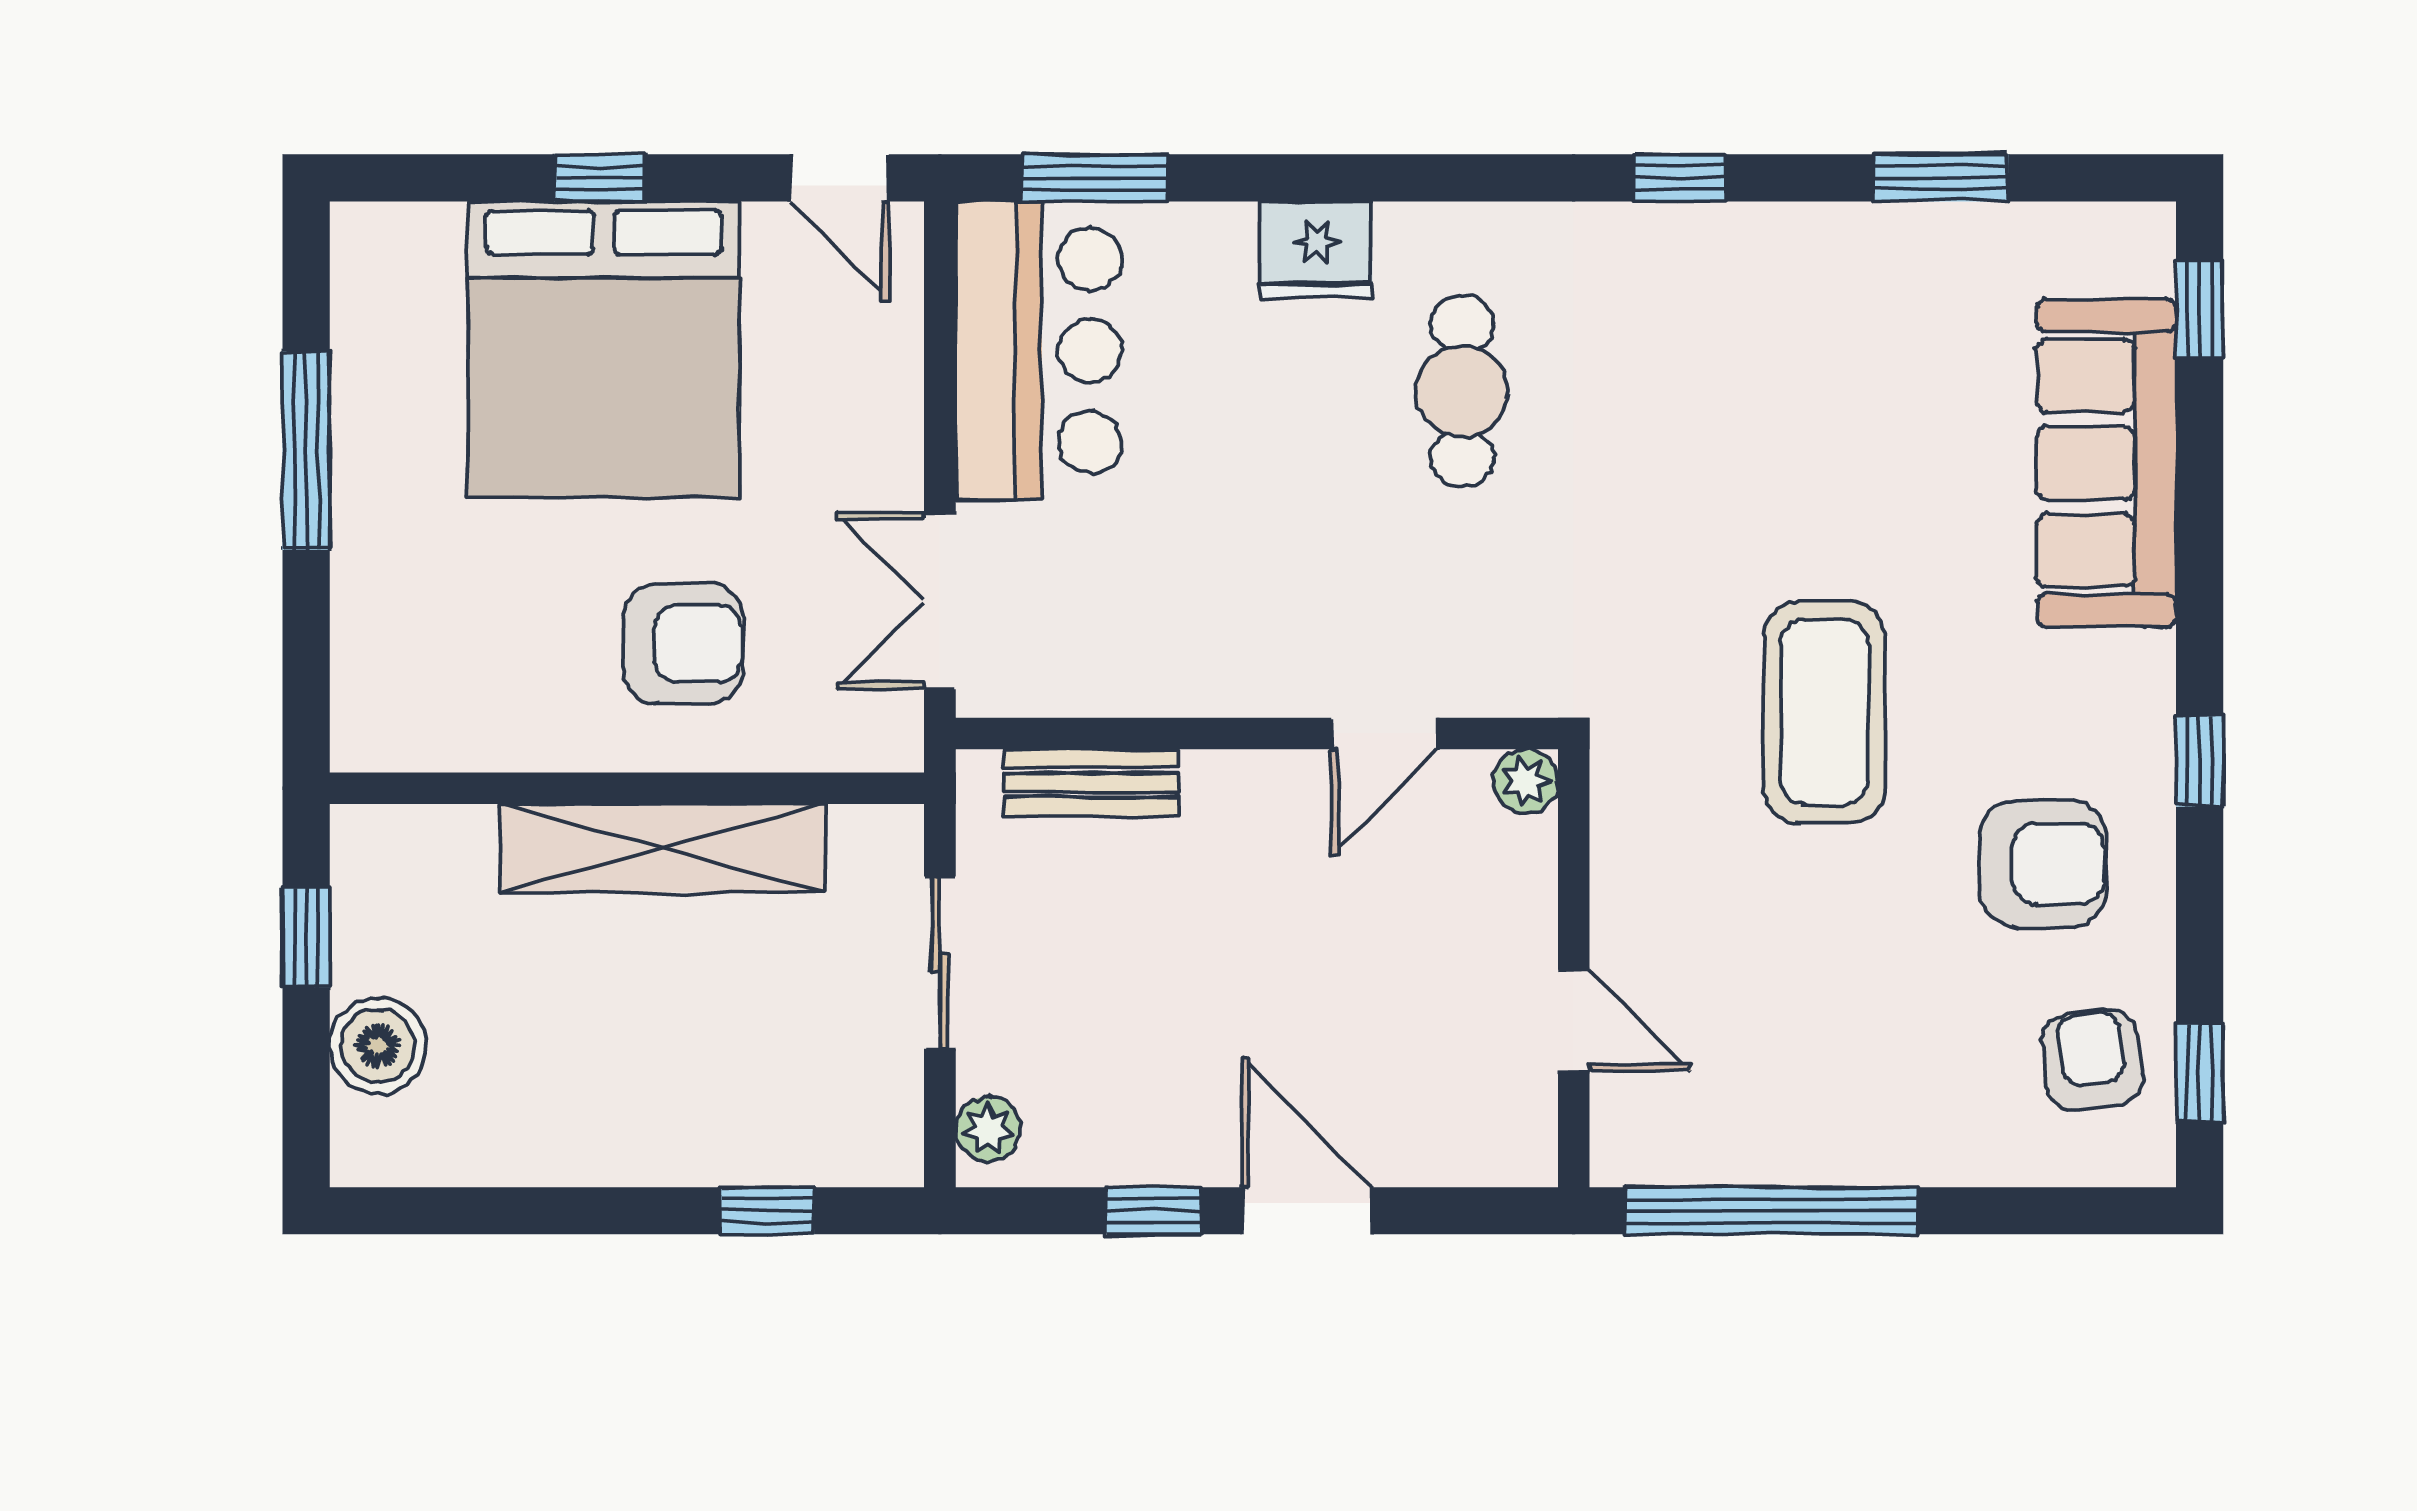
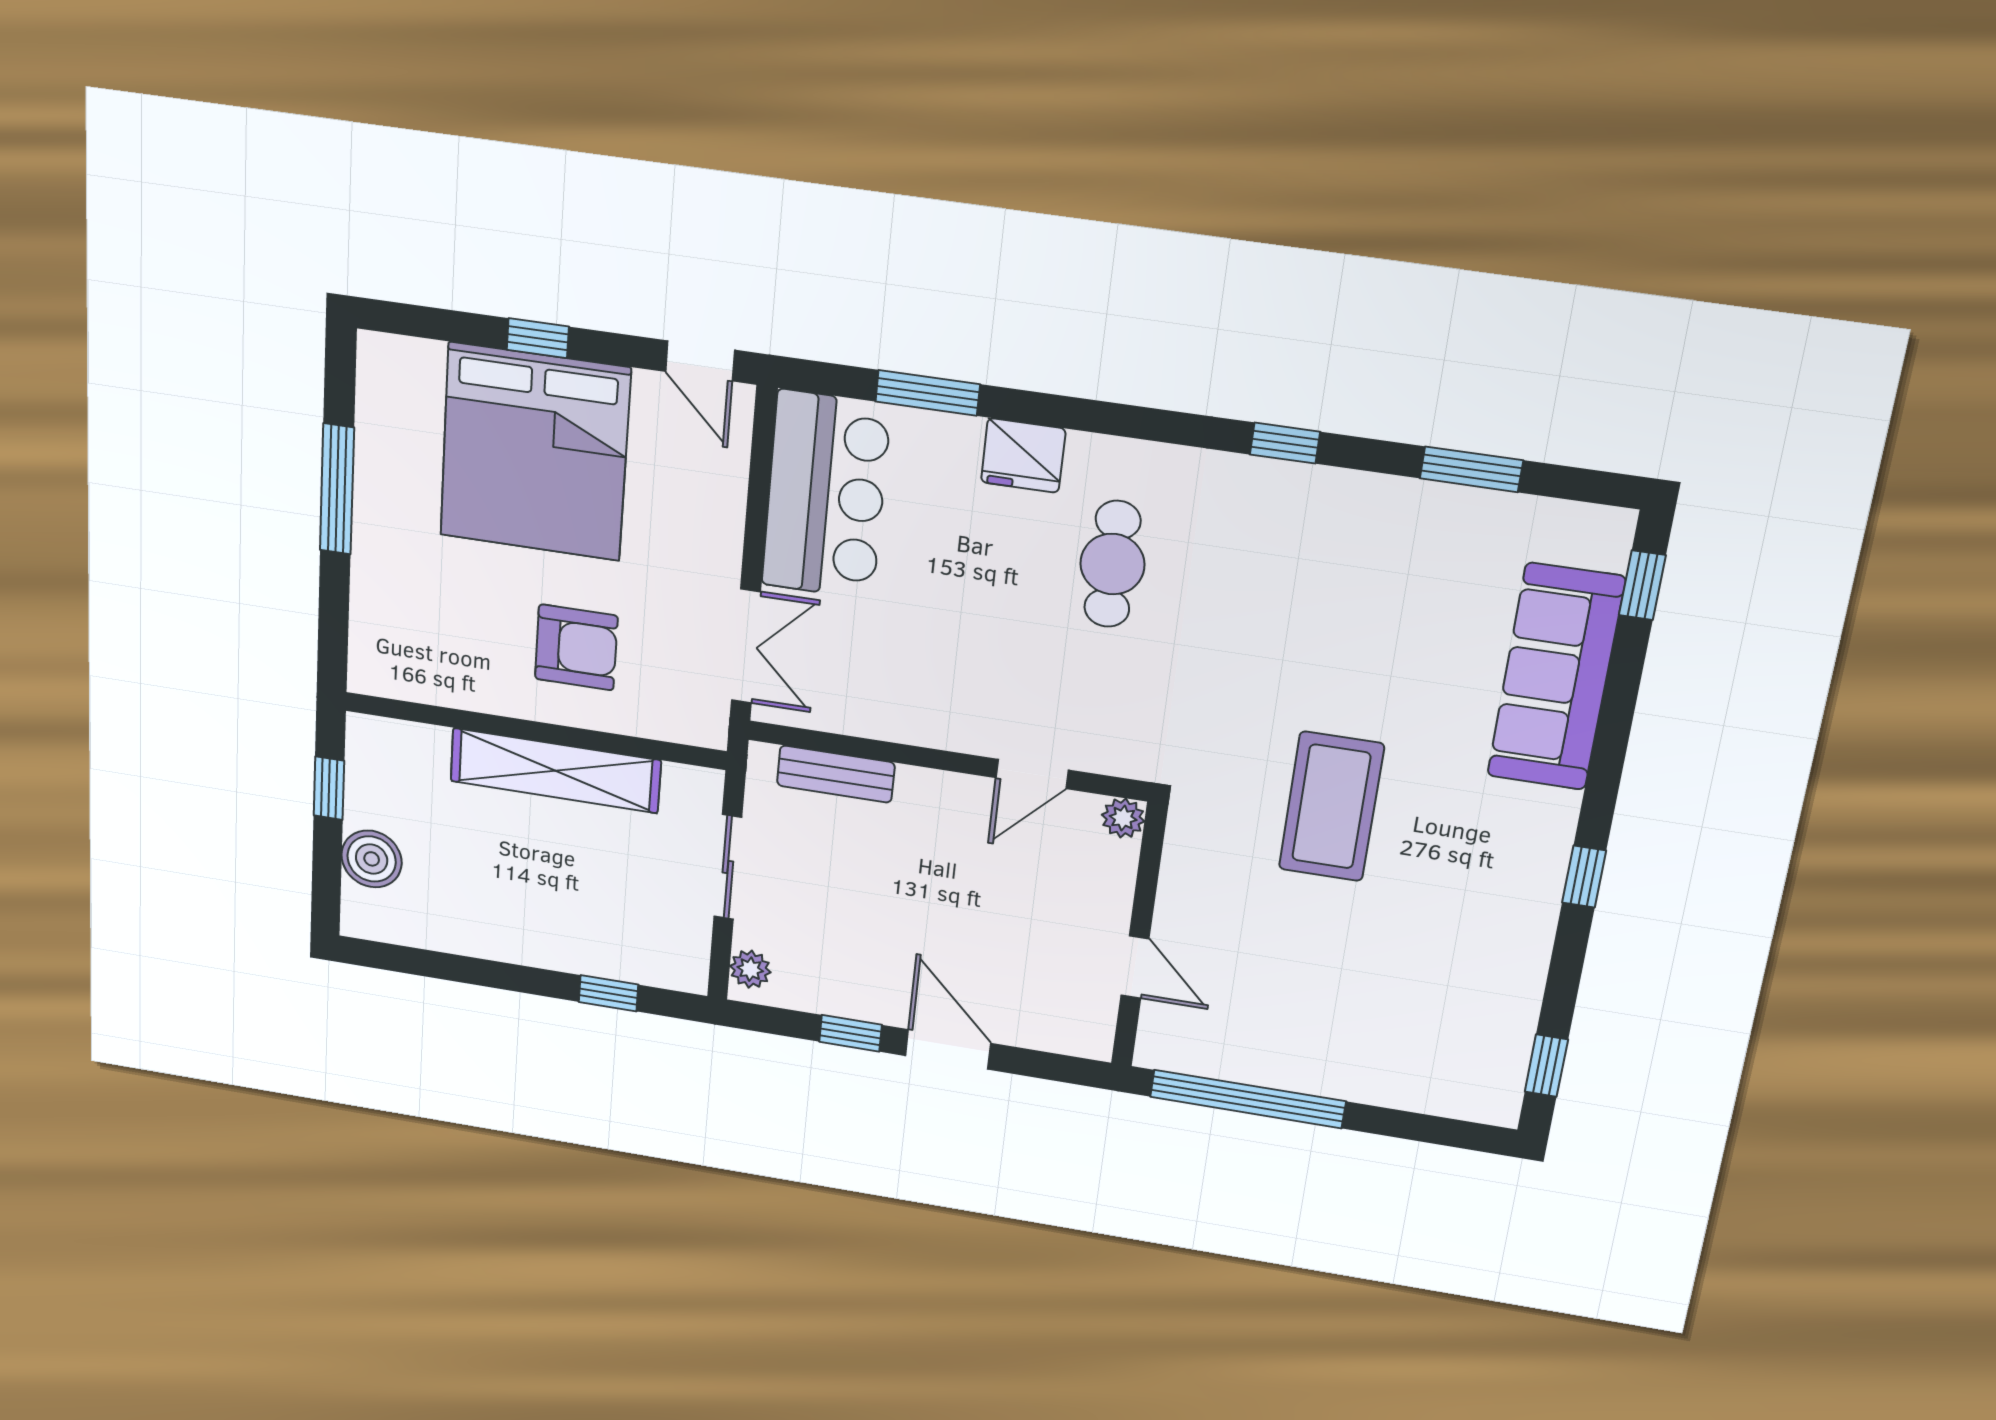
window: (1095, 178) -> (928, 393), moved
double door: (940, 601) -> (746, 646), swing flipped
armchair: (2043, 864) -> (1464, 923), removed
armchair: (2092, 1060) -> (1475, 1046), removed

